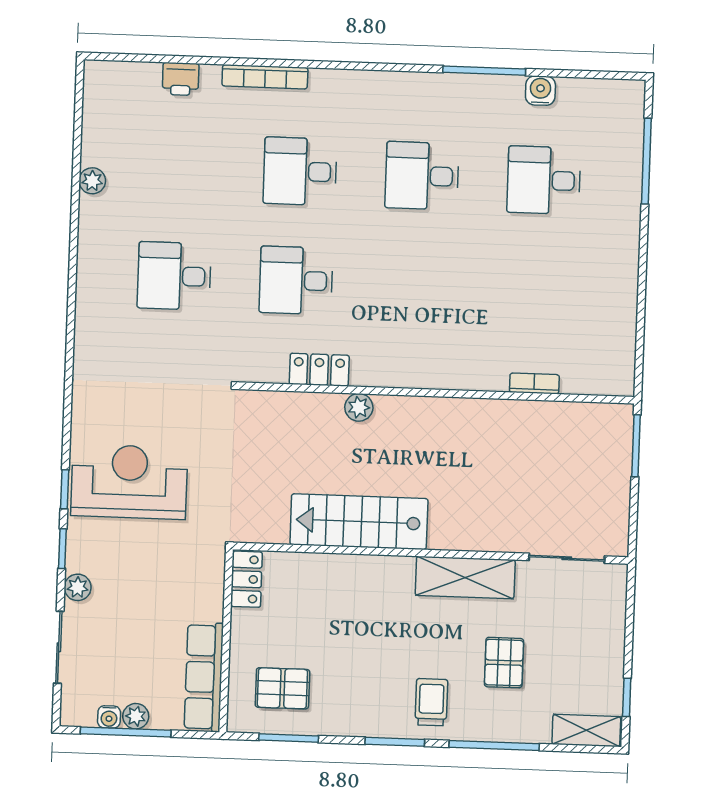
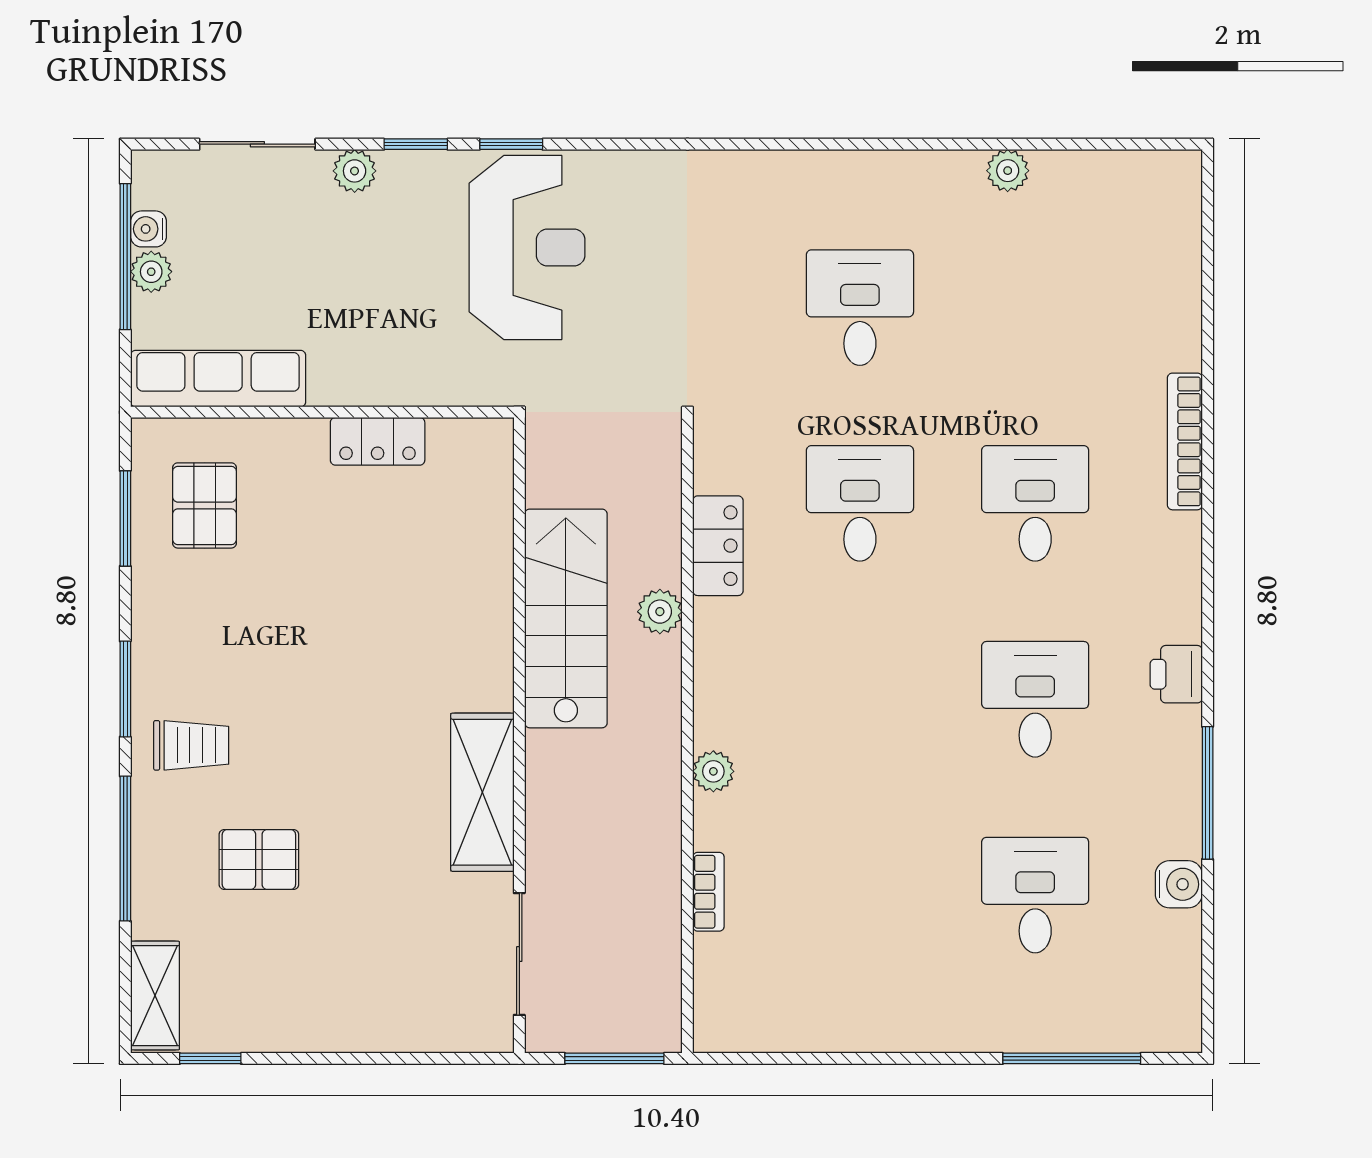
printer: (181, 79) -> (1176, 674), moved
plant: (460, 378) -> (713, 771), added
stairs: (359, 522) -> (566, 618), moved
wall: (431, 553) -> (519, 735), moved
sliding door: (567, 558) -> (519, 954), moved
shelving: (465, 578) -> (482, 792), moved

